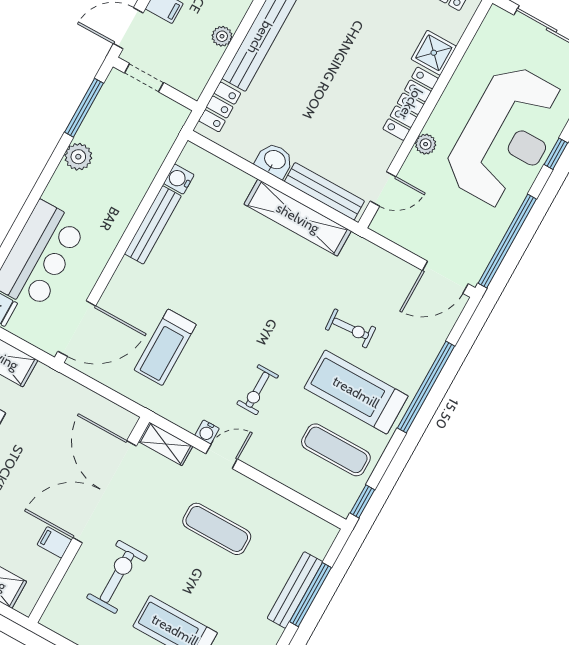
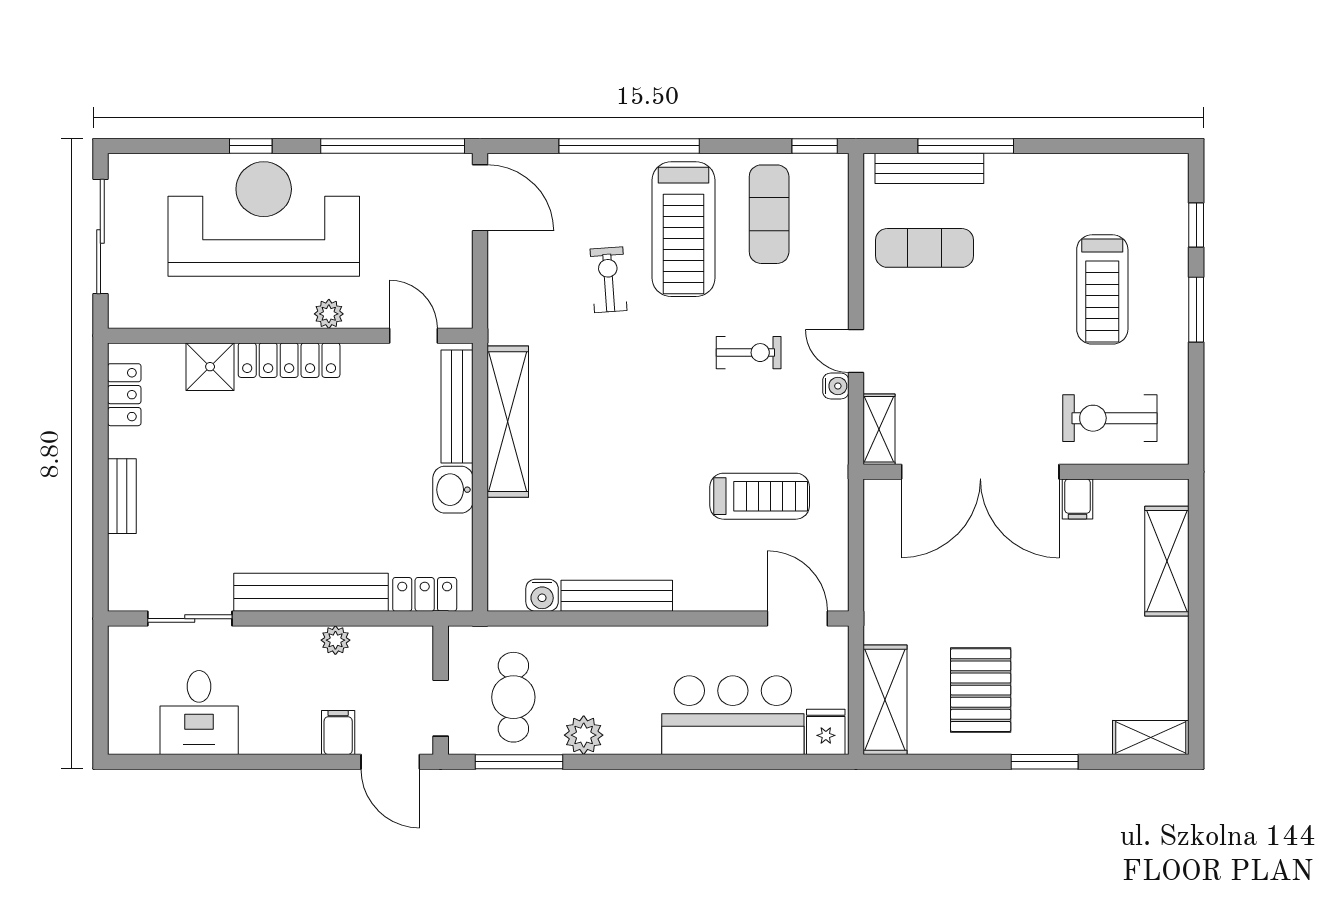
cafe table: (126, 126) -> (513, 697), added
door: (77, 329) -> (797, 619), width x0.73
exercise mat: (217, 529) -> (924, 248), moved, turned 90
exercise bike: (117, 577) -> (1110, 418), moved
bench: (295, 590) -> (929, 168), moved

